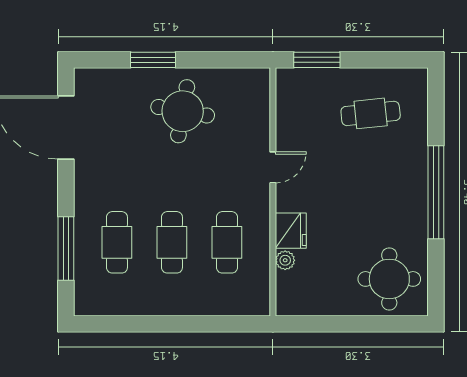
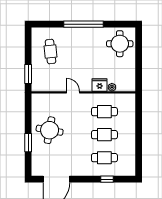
window: (66, 249) -> (107, 179), width x0.46

